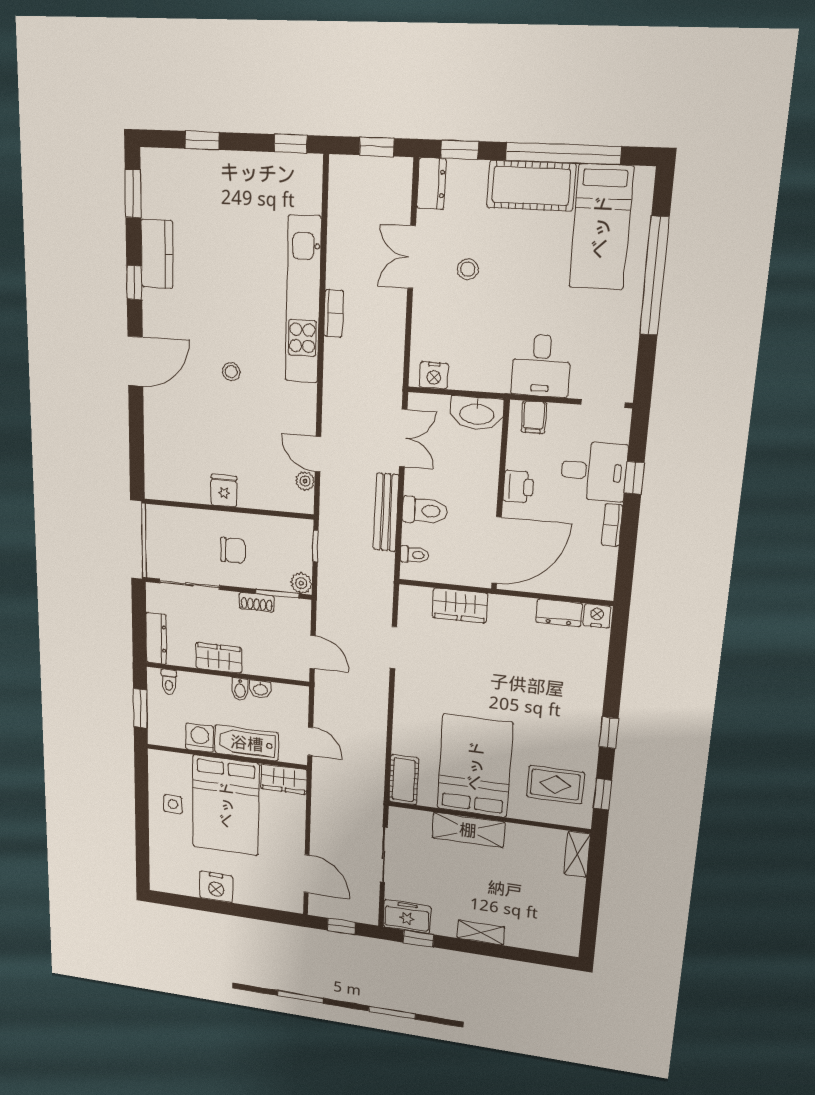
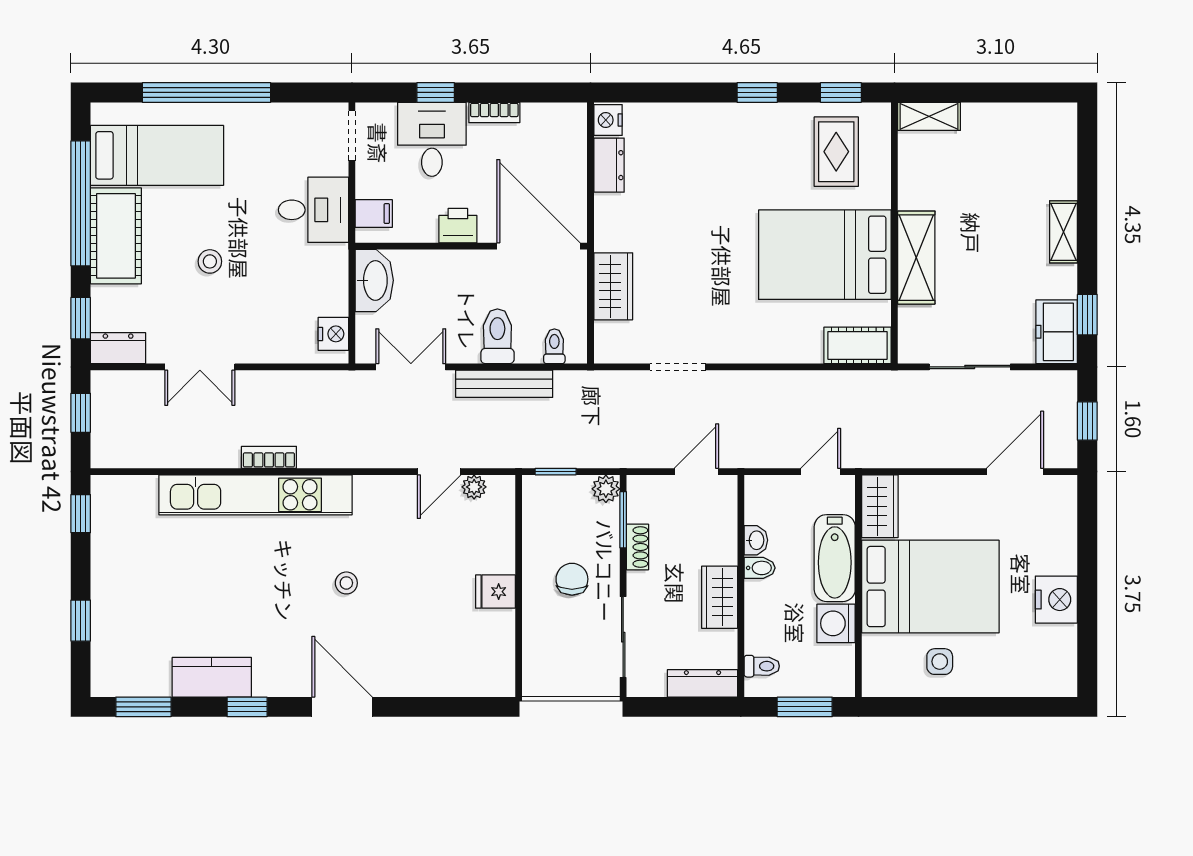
stool: (468, 269) -> (210, 261), moved

